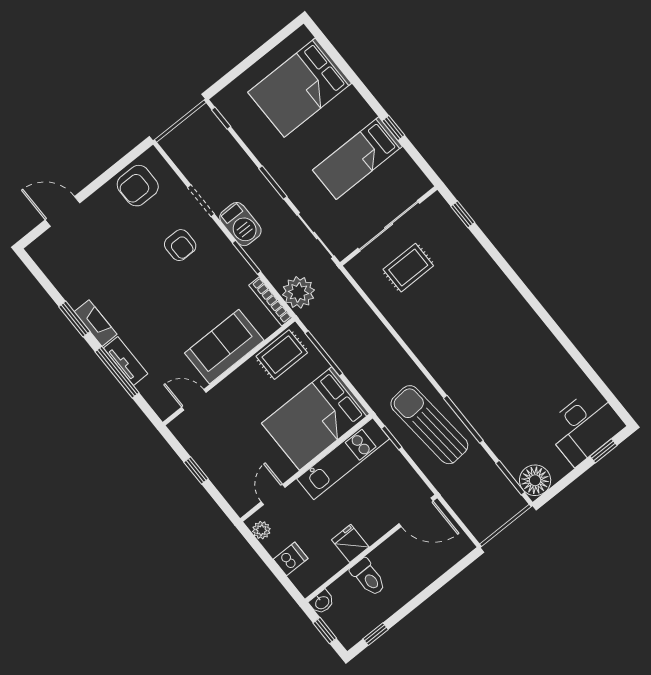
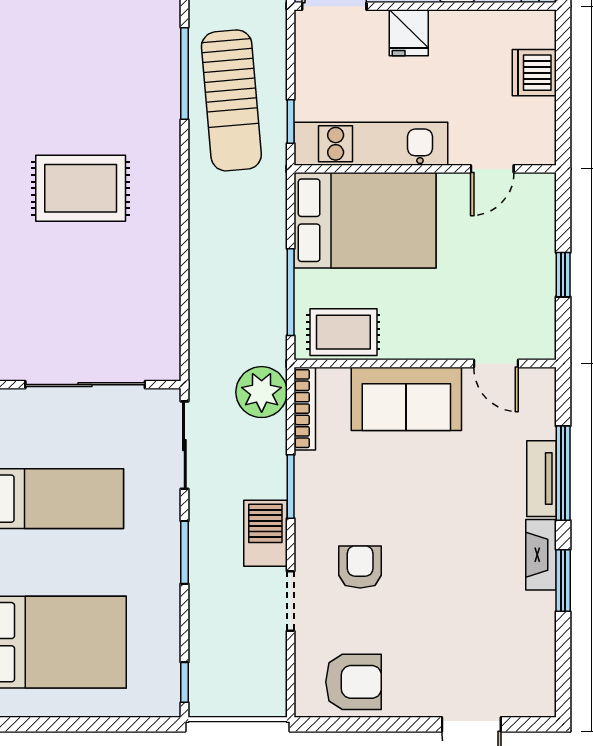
rug: (408, 268) -> (81, 188), moved, width x1.36, depth x1.43
plant: (261, 530) -> (542, 137), removed
fridge: (350, 543) -> (409, 33), moved
dishwasher: (291, 559) -> (534, 73), width x1.38

